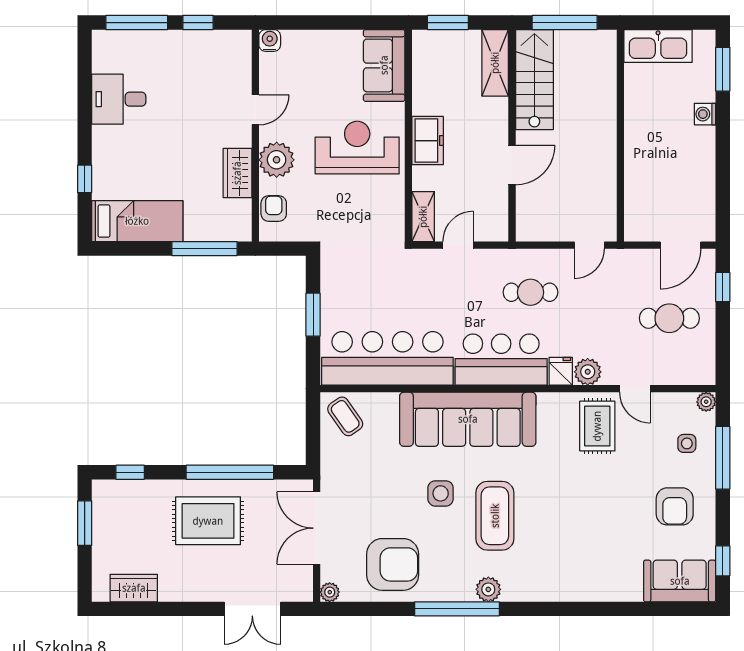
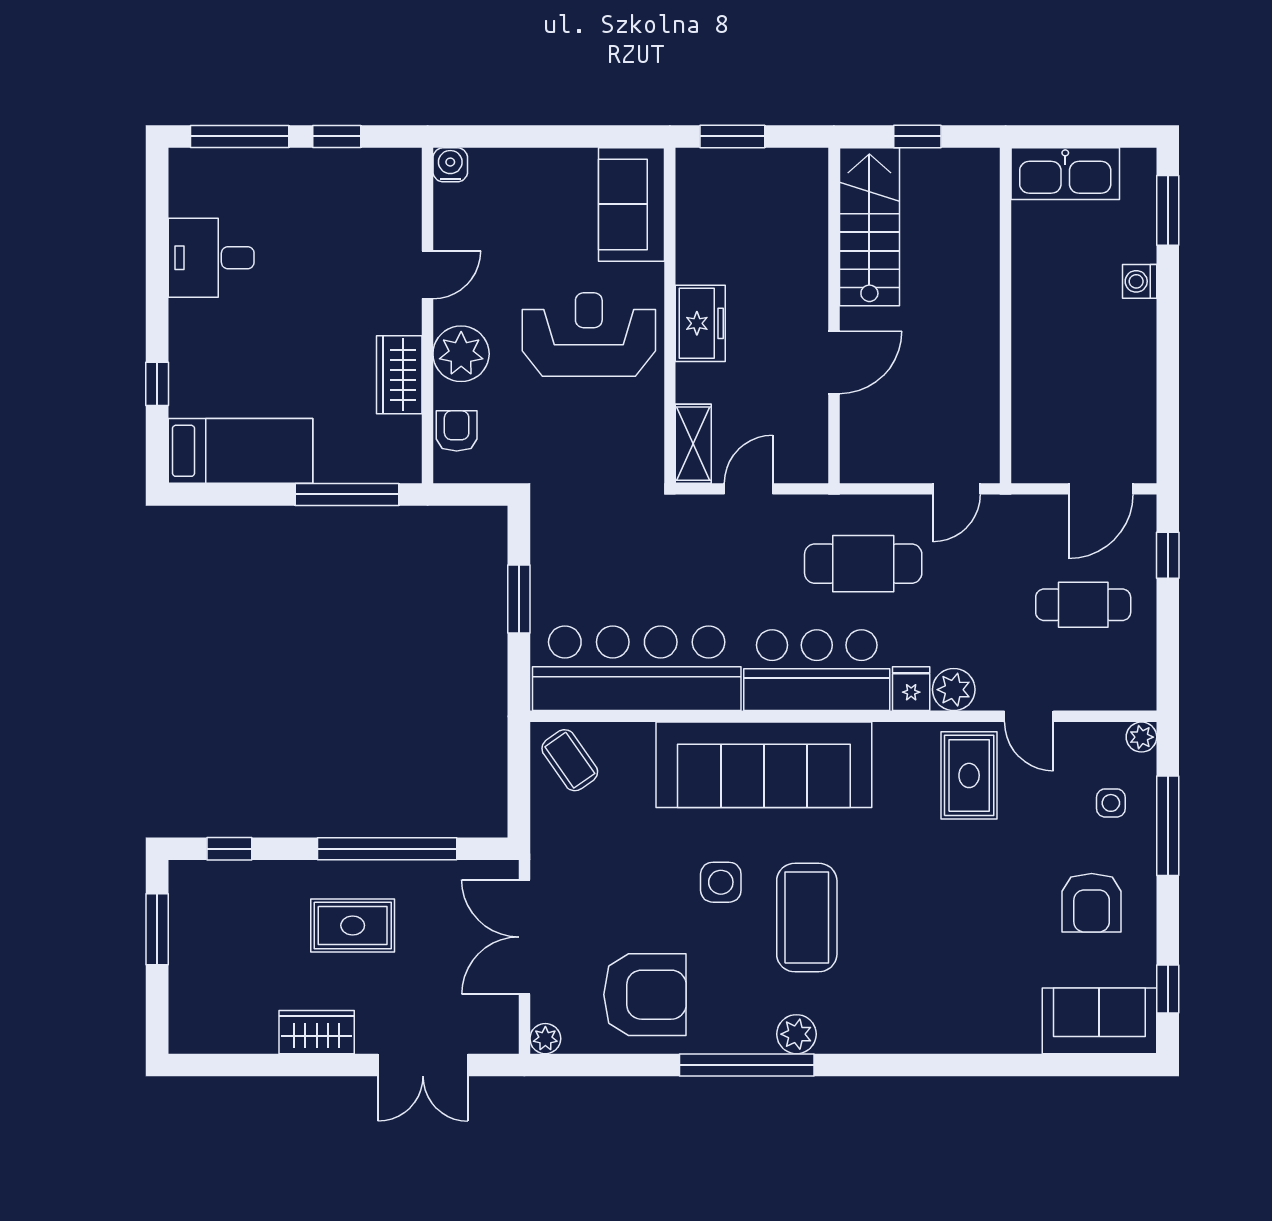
window: (565, 23) -> (917, 136), width x0.46
shelving: (495, 63) -> (807, 200), removed
cafe table: (530, 292) -> (863, 564), width x1.37, depth x1.35
rug: (208, 521) -> (353, 925), width x0.73, depth x0.70
wardrobe: (134, 588) -> (317, 1032), moved

